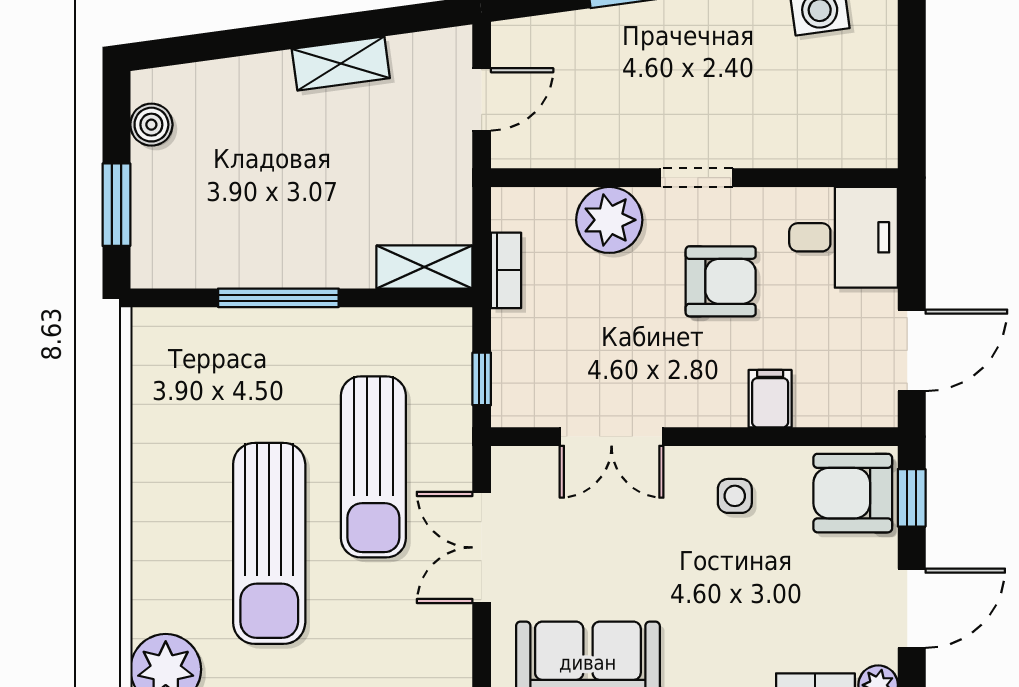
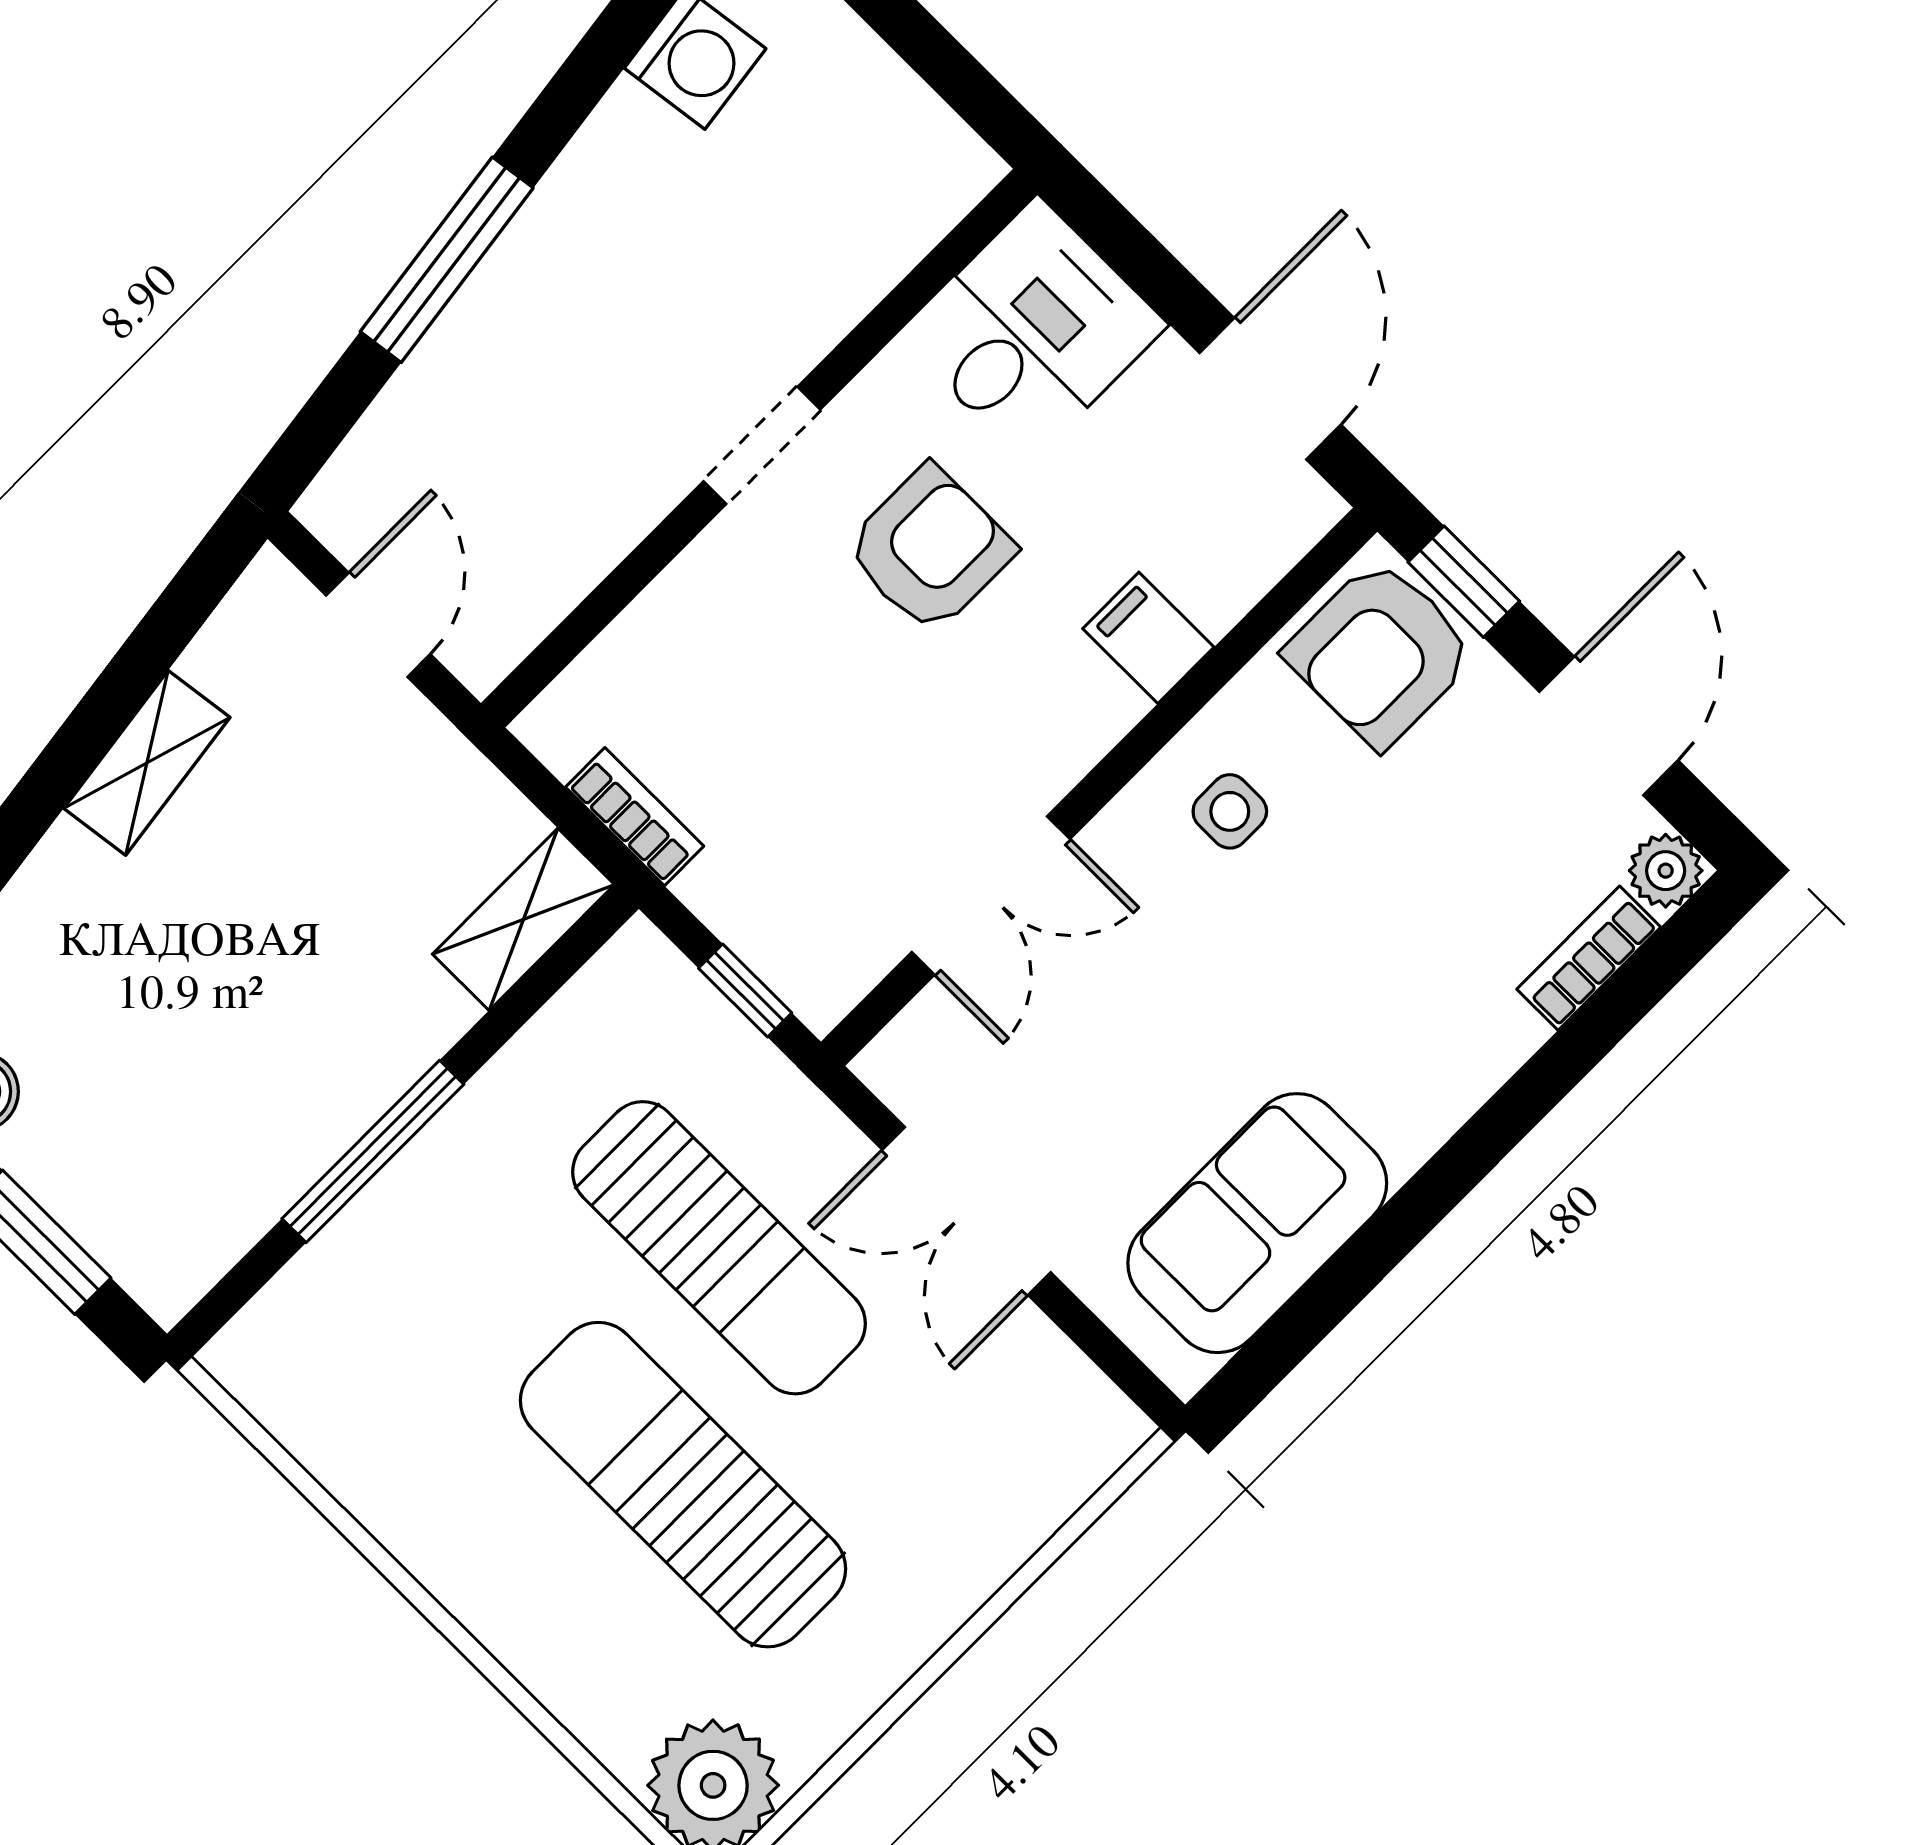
plant: (609, 220) -> (703, 615), removed
sun lounger: (269, 543) -> (683, 1485), turned 180

